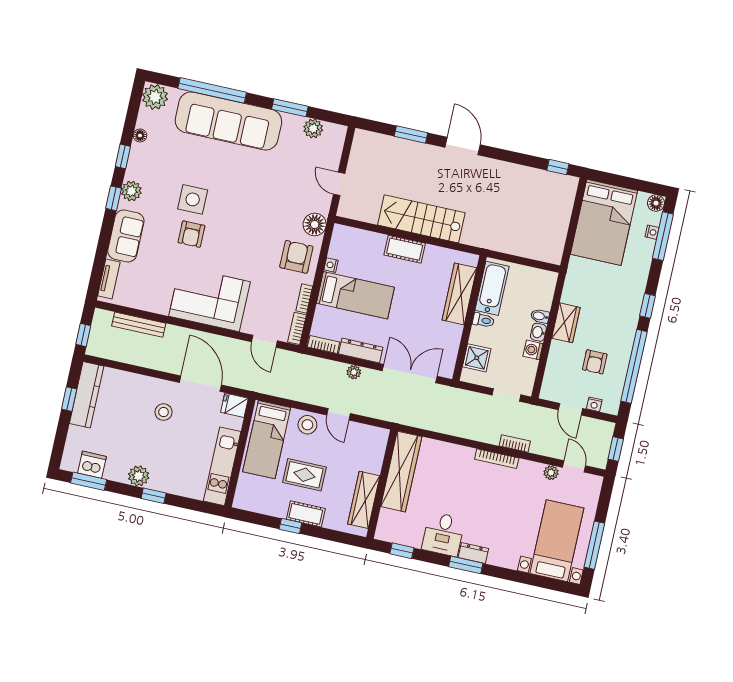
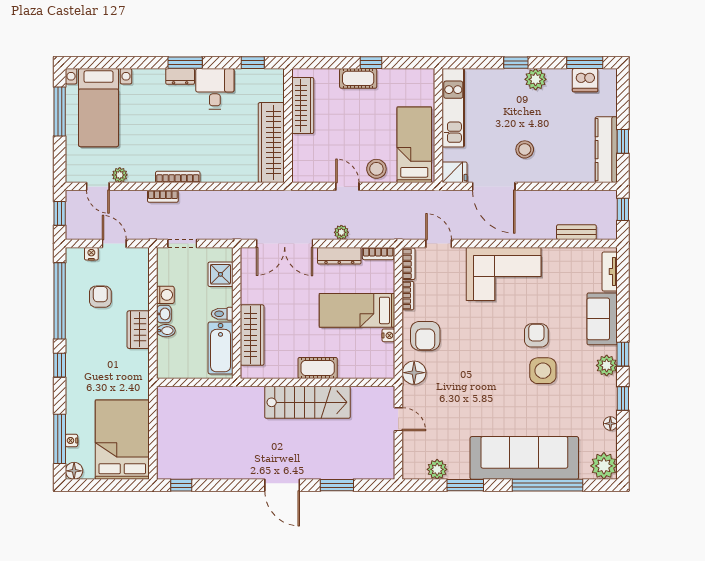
bench: (139, 325) -> (576, 232), width x0.73
rug: (304, 475) -> (368, 118), removed

